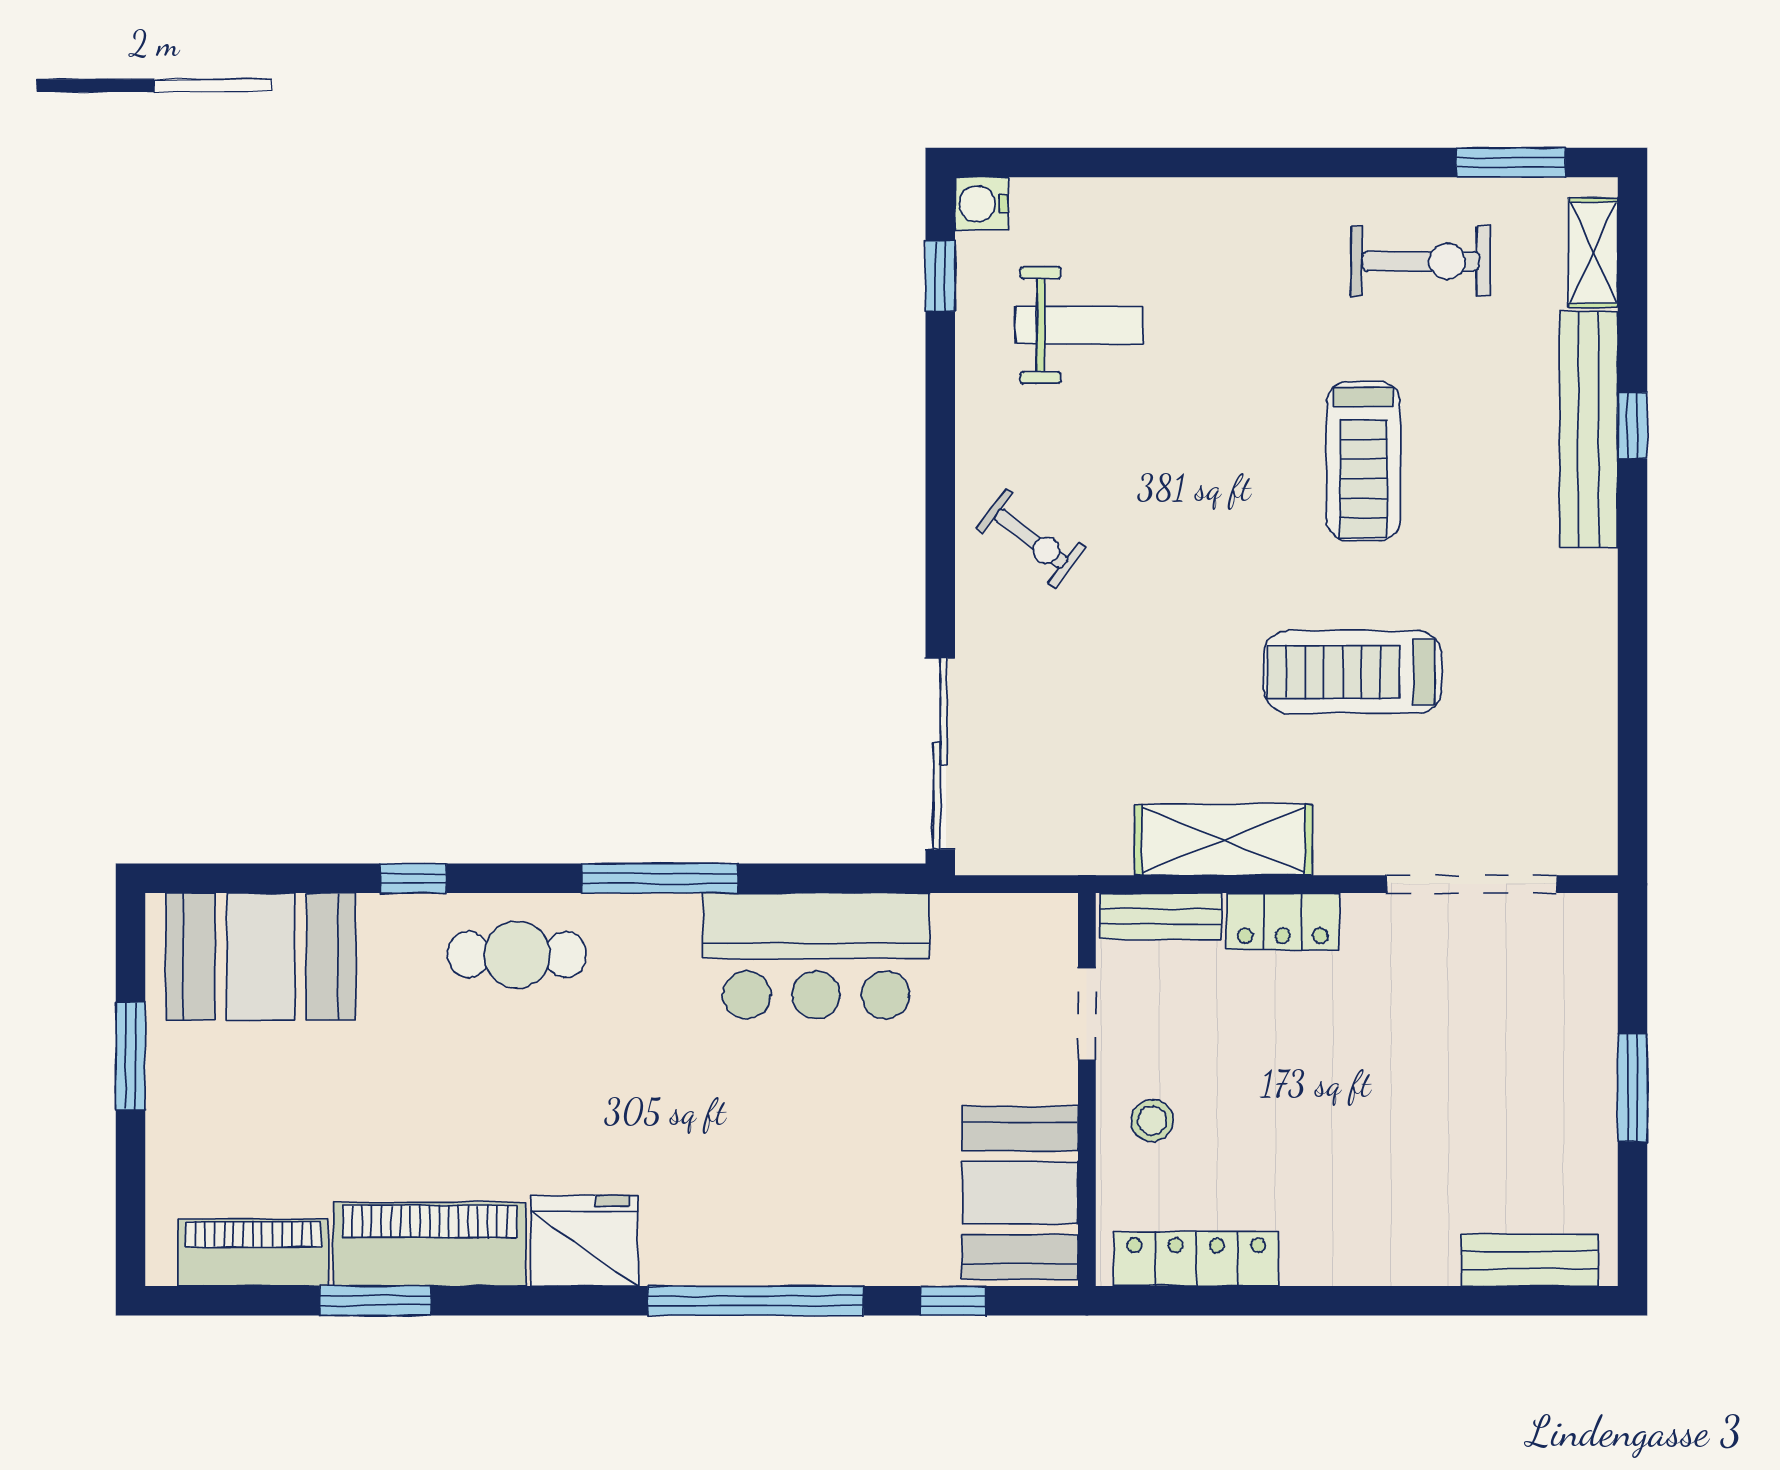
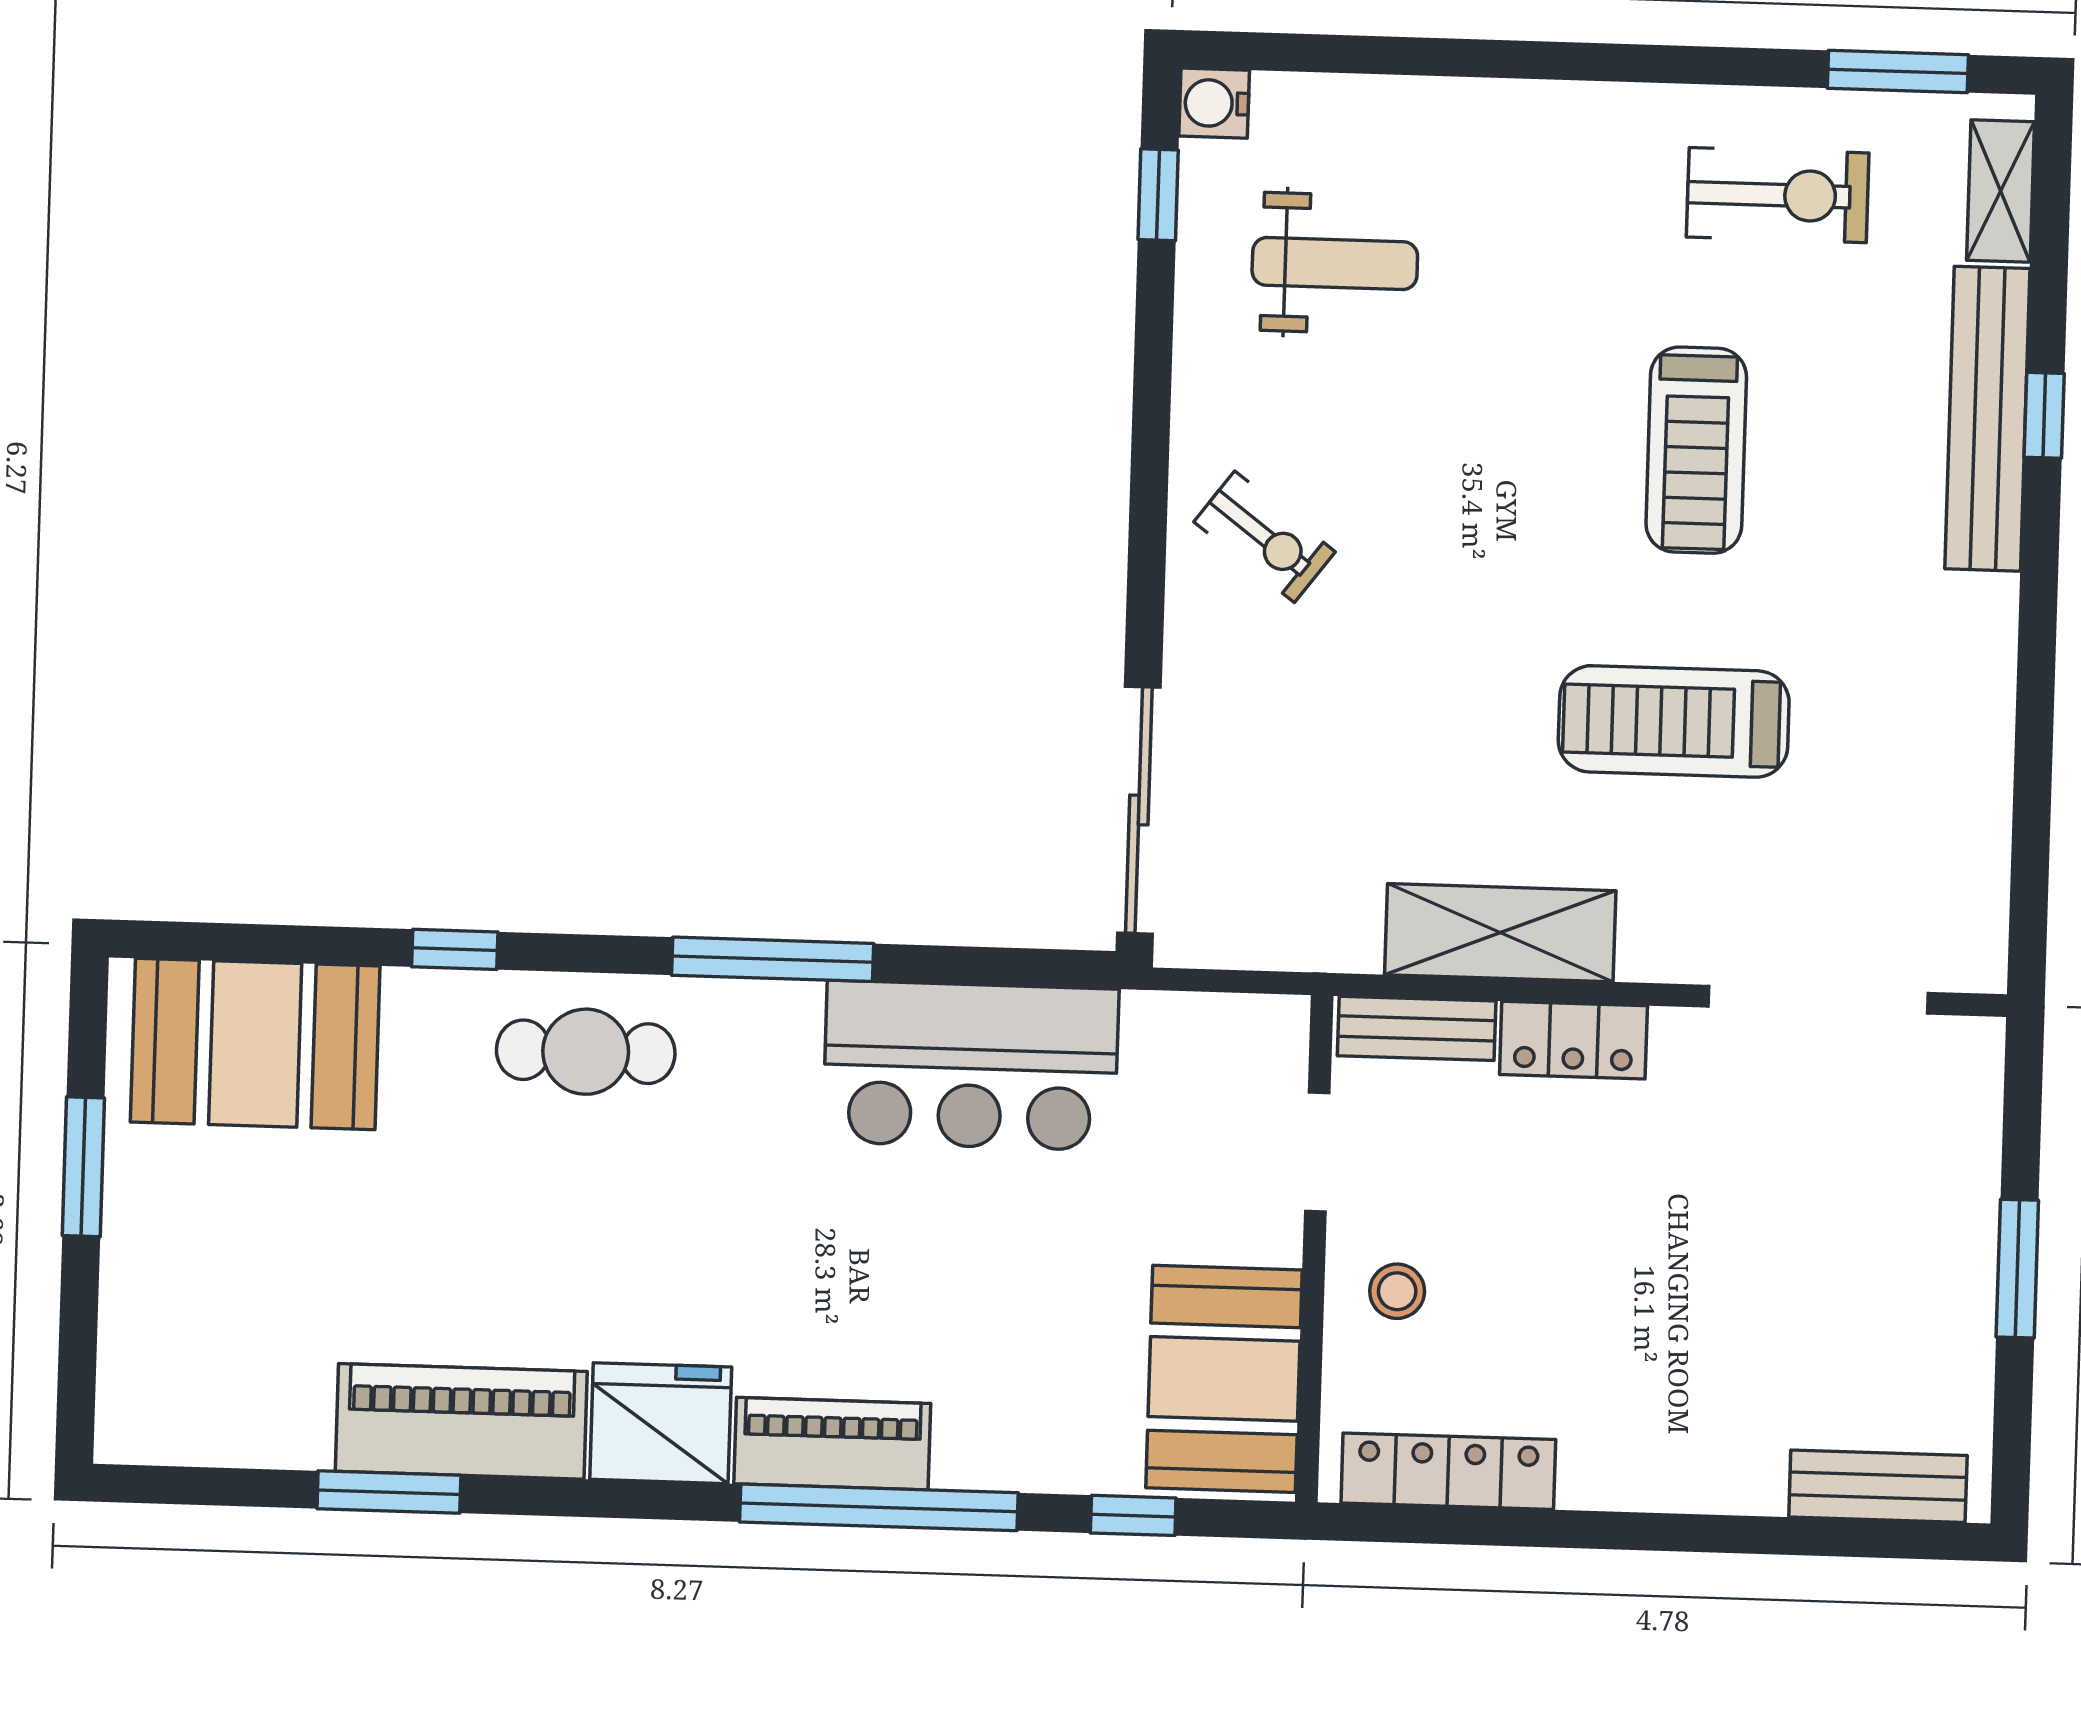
piano: (253, 1252) -> (832, 1444), moved

